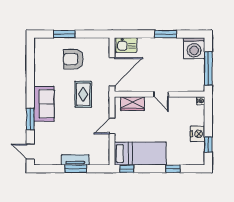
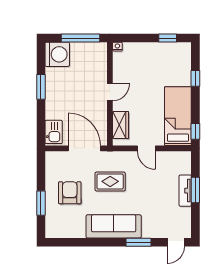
armchair: (73, 59) -> (70, 193), turned 180
sofa: (44, 104) -> (114, 226), width x1.36
nightstand: (198, 134) -> (155, 50), removed

